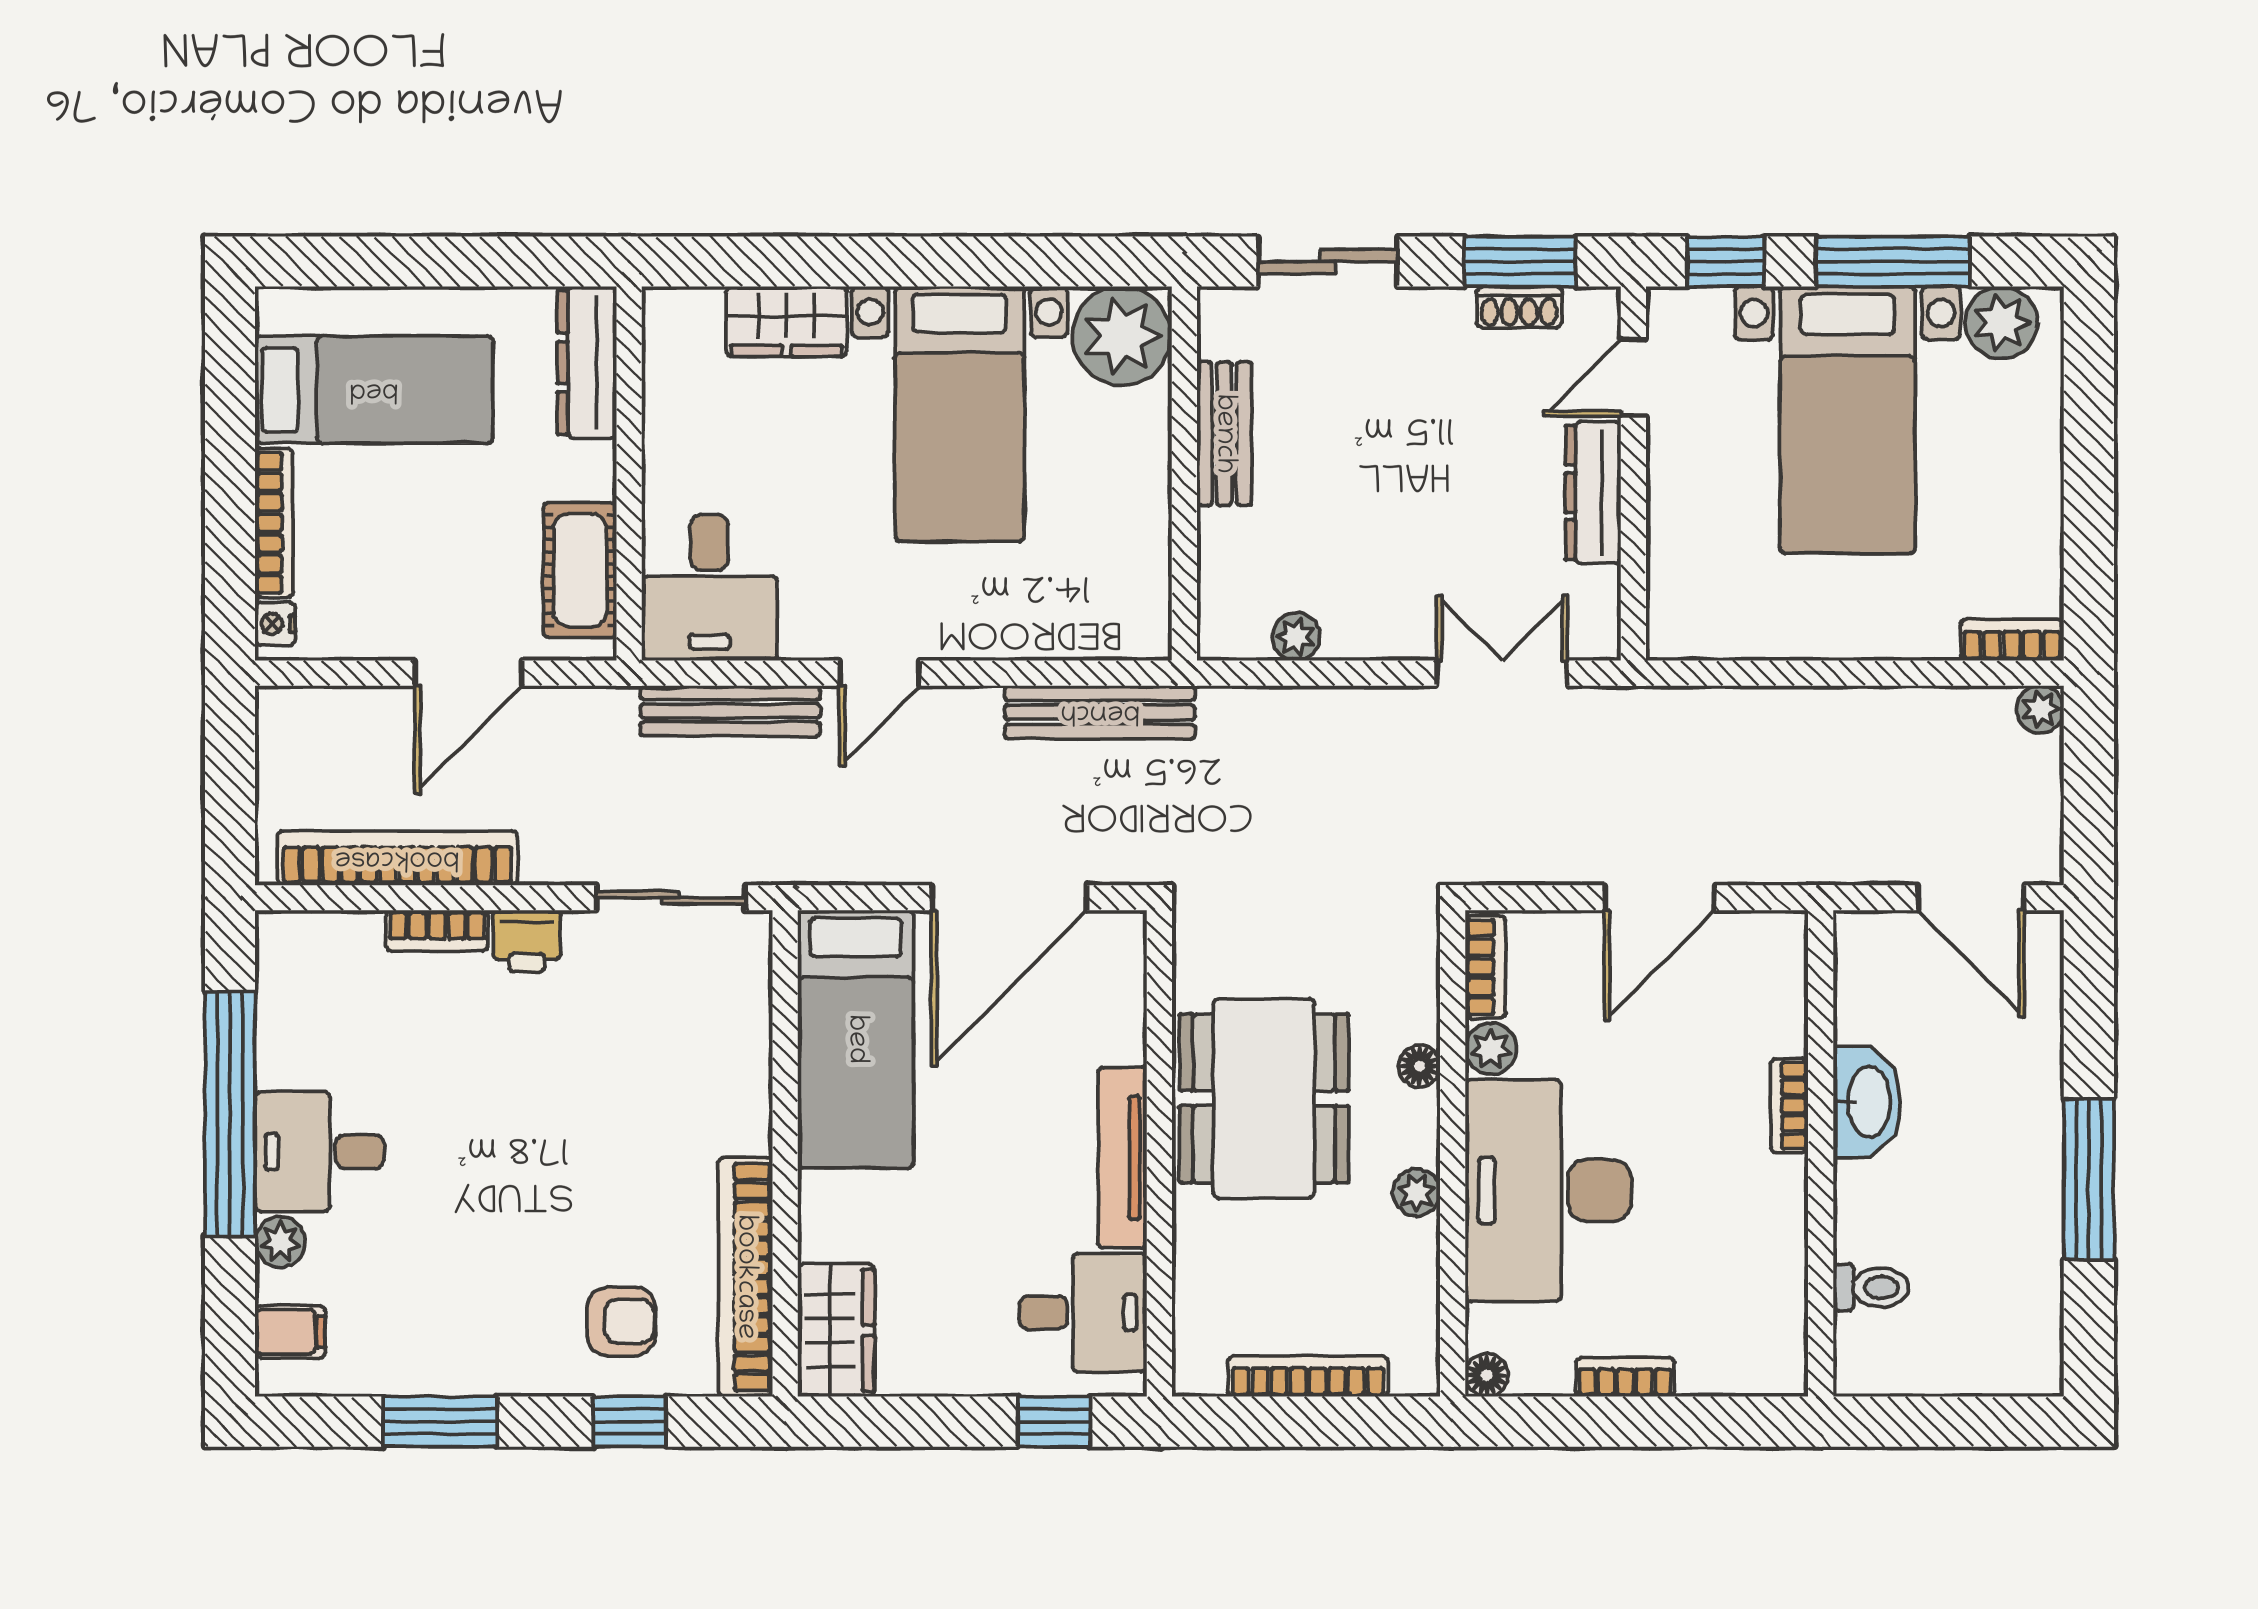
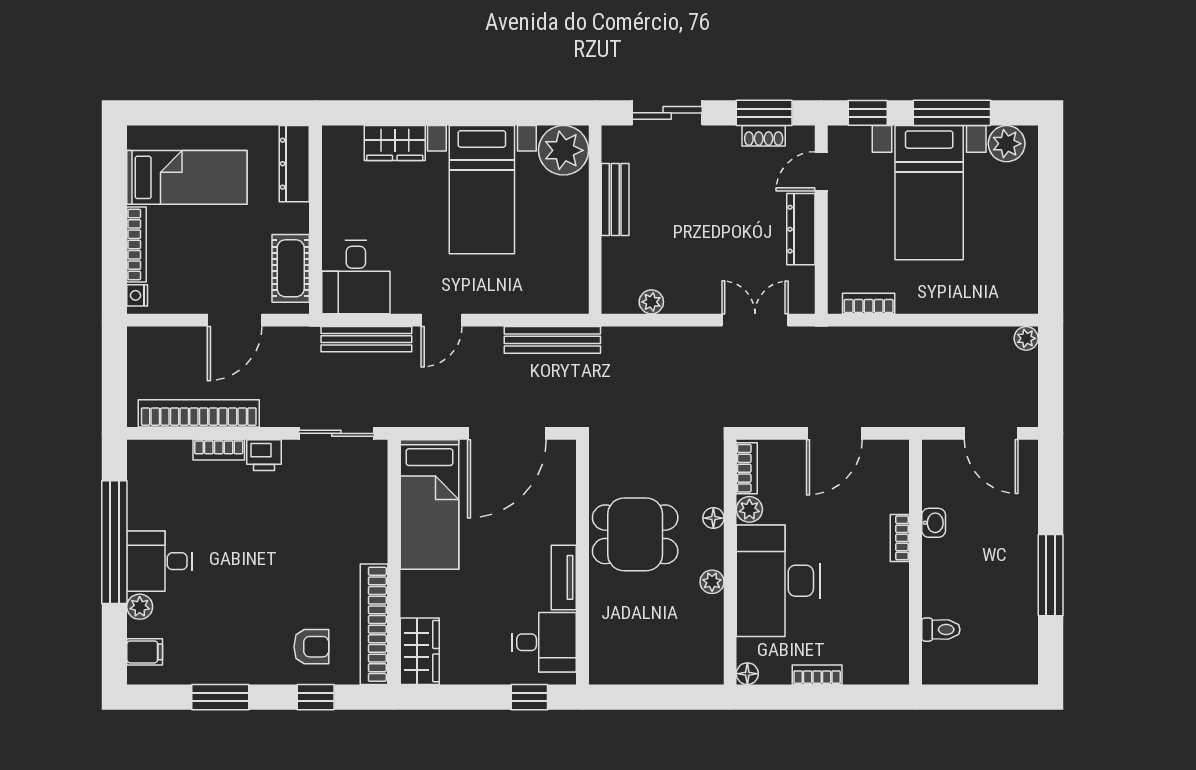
bookcase: (2012, 640) -> (869, 304), moved
dining table: (1264, 1098) -> (635, 534), width x0.73
washbasin: (1867, 1102) -> (934, 523), width x0.52, depth x0.69
tv unit: (1122, 1158) -> (564, 577), width x0.71
bookcase: (1308, 1376) -> (657, 674), removed

